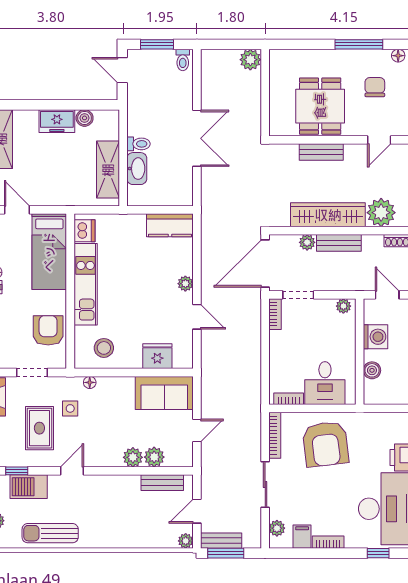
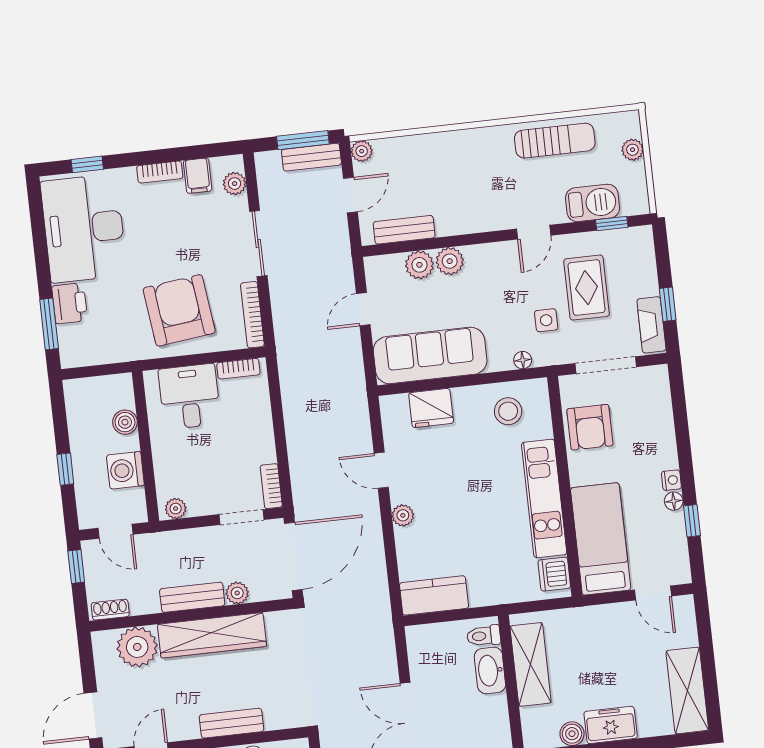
toilet: (138, 144) -> (484, 636), moved
doorway: (32, 372) -> (606, 365), width x1.38
sofa: (164, 393) -> (430, 355), width x1.36

